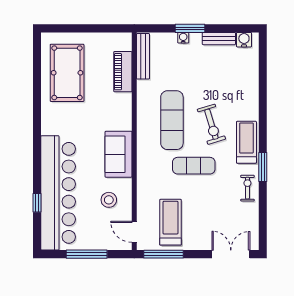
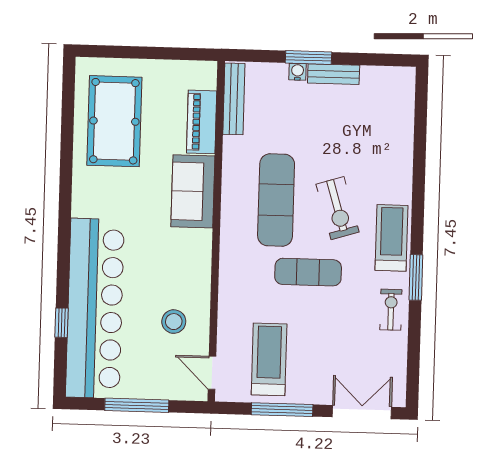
bench: (219, 39) -> (334, 74), moved
water cooler: (244, 40) -> (392, 78), removed
sofa: (119, 154) -> (193, 191), moved
window: (164, 254) -> (282, 410), moved

